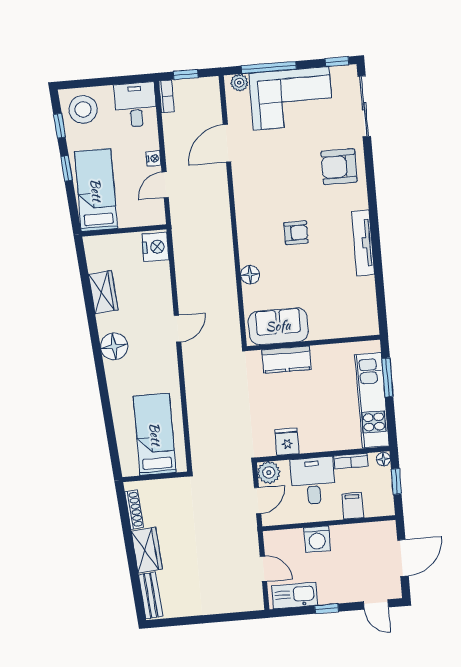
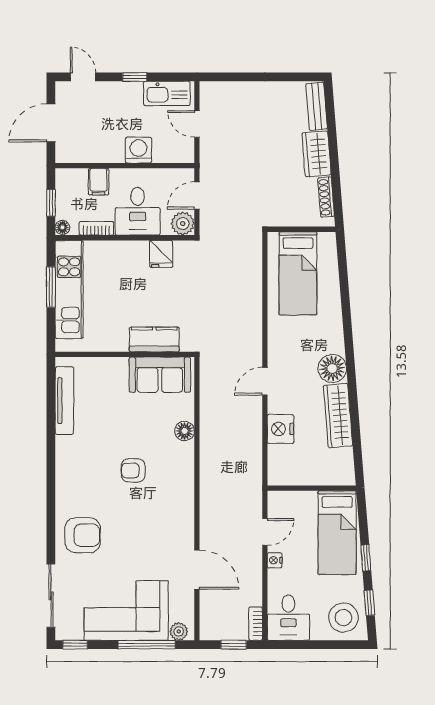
door: (227, 143) -> (197, 570), hinge flipped
tv unit: (363, 243) -> (64, 401), moved
nightstand: (155, 247) -> (280, 429), moved
wardrobe: (103, 292) -> (338, 416), width x1.50
window: (387, 377) -> (51, 287), moved

